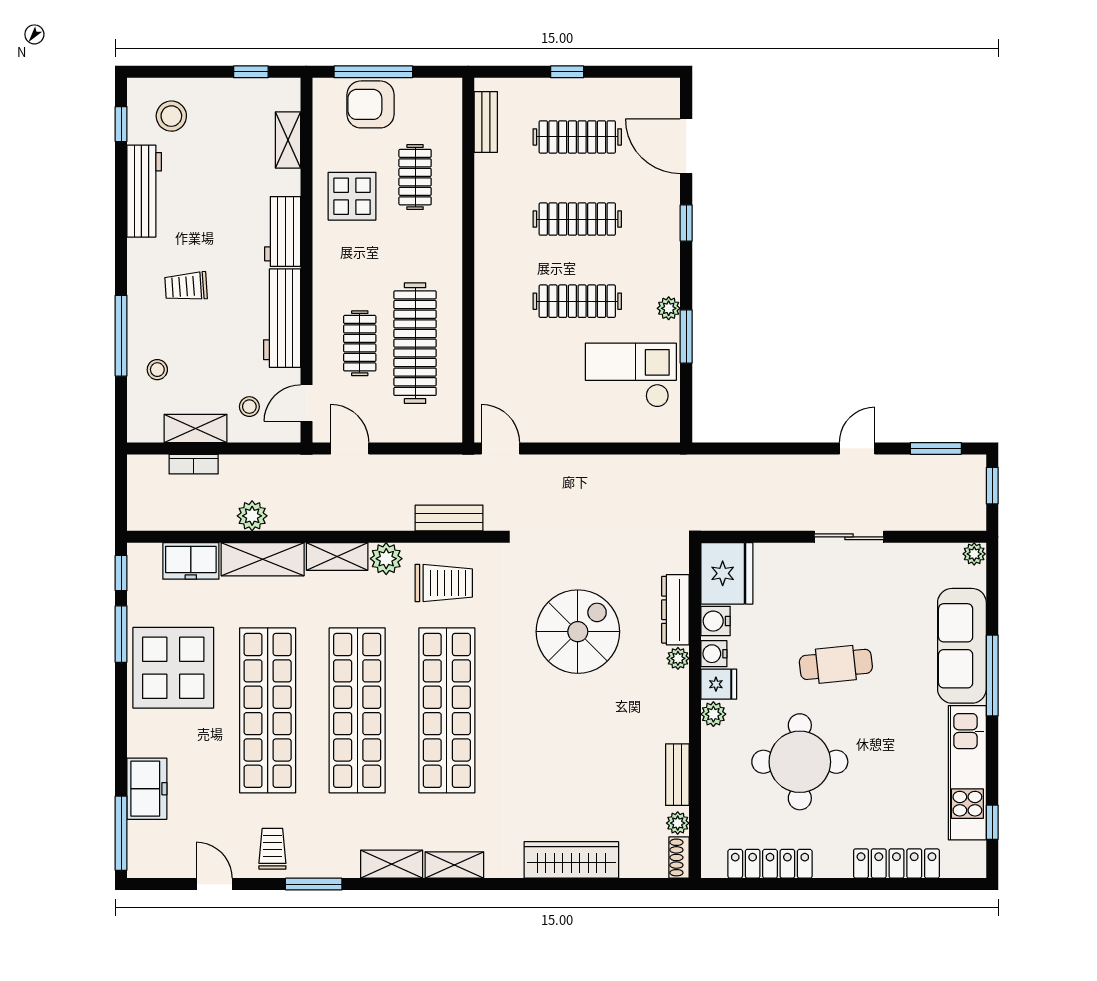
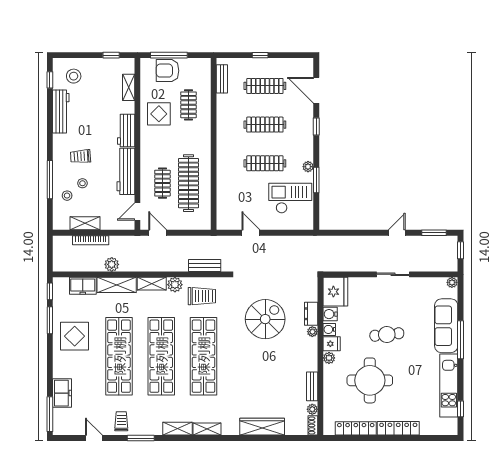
stool: (249, 407) -> (82, 183), moved
door: (501, 448) -> (251, 233), moved
bookcase: (194, 464) -> (91, 240), width x1.56
dresser: (675, 610) -> (311, 314), width x0.70
display table: (173, 668) -> (75, 336), width x0.73, depth x0.73
locker: (896, 863) -> (398, 428), moved

